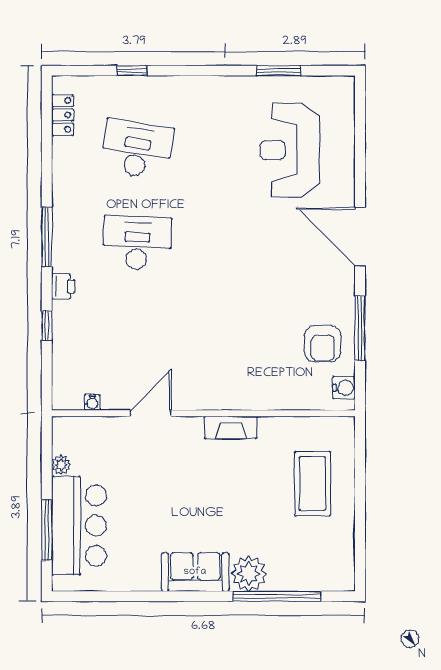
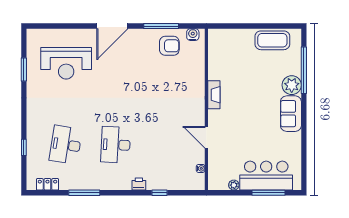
window: (47, 237) -> (84, 193), moved
coffee table: (313, 484) -> (272, 40), moved

